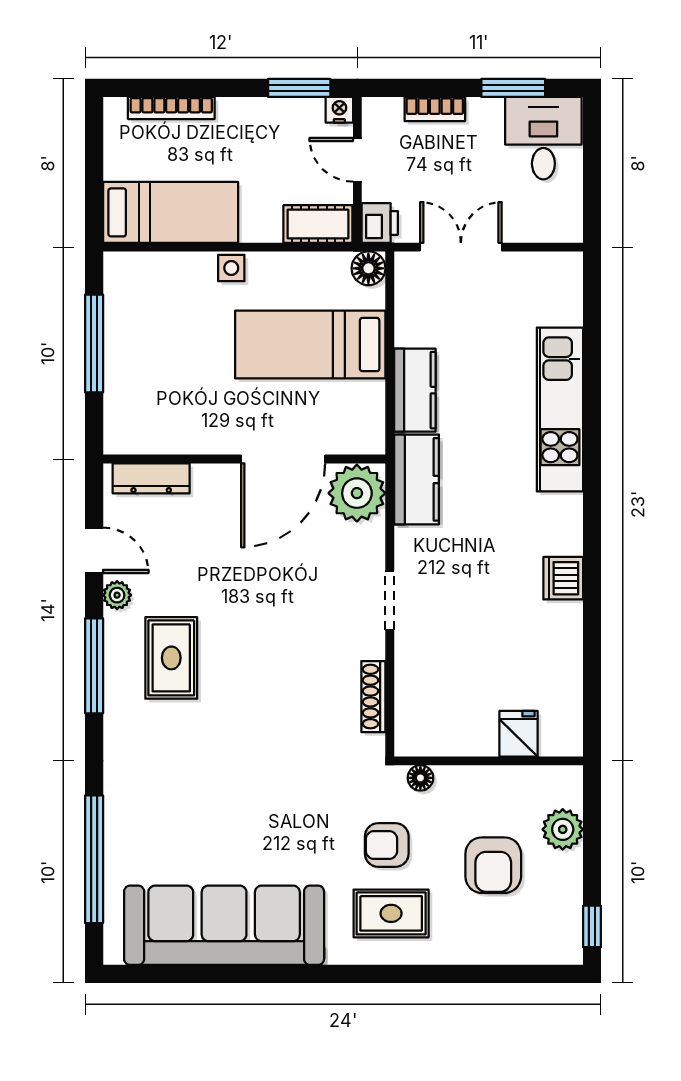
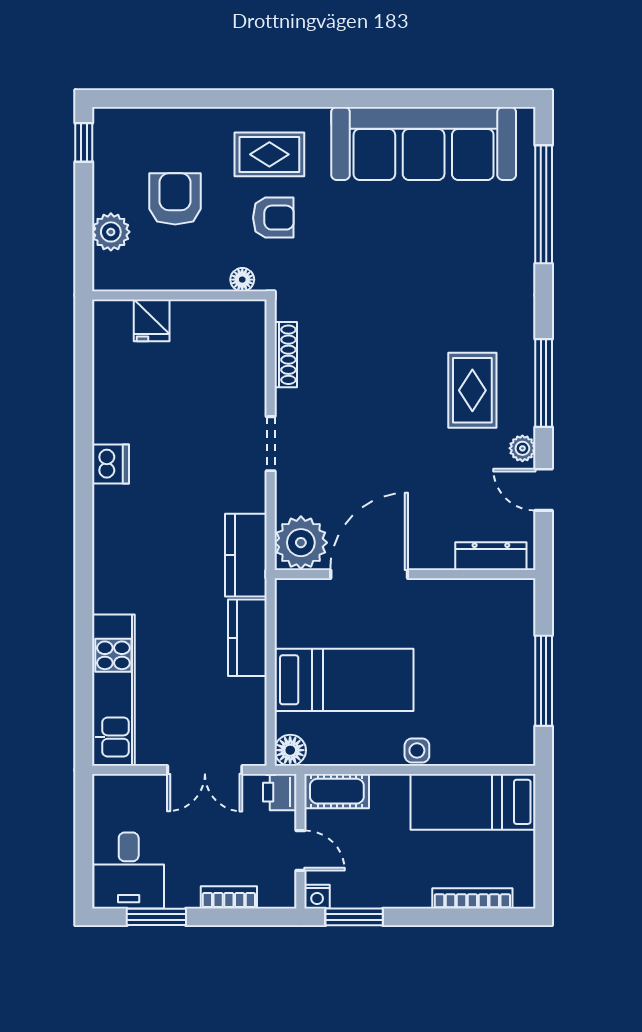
kitchen unit: (560, 409) -> (113, 690), moved

